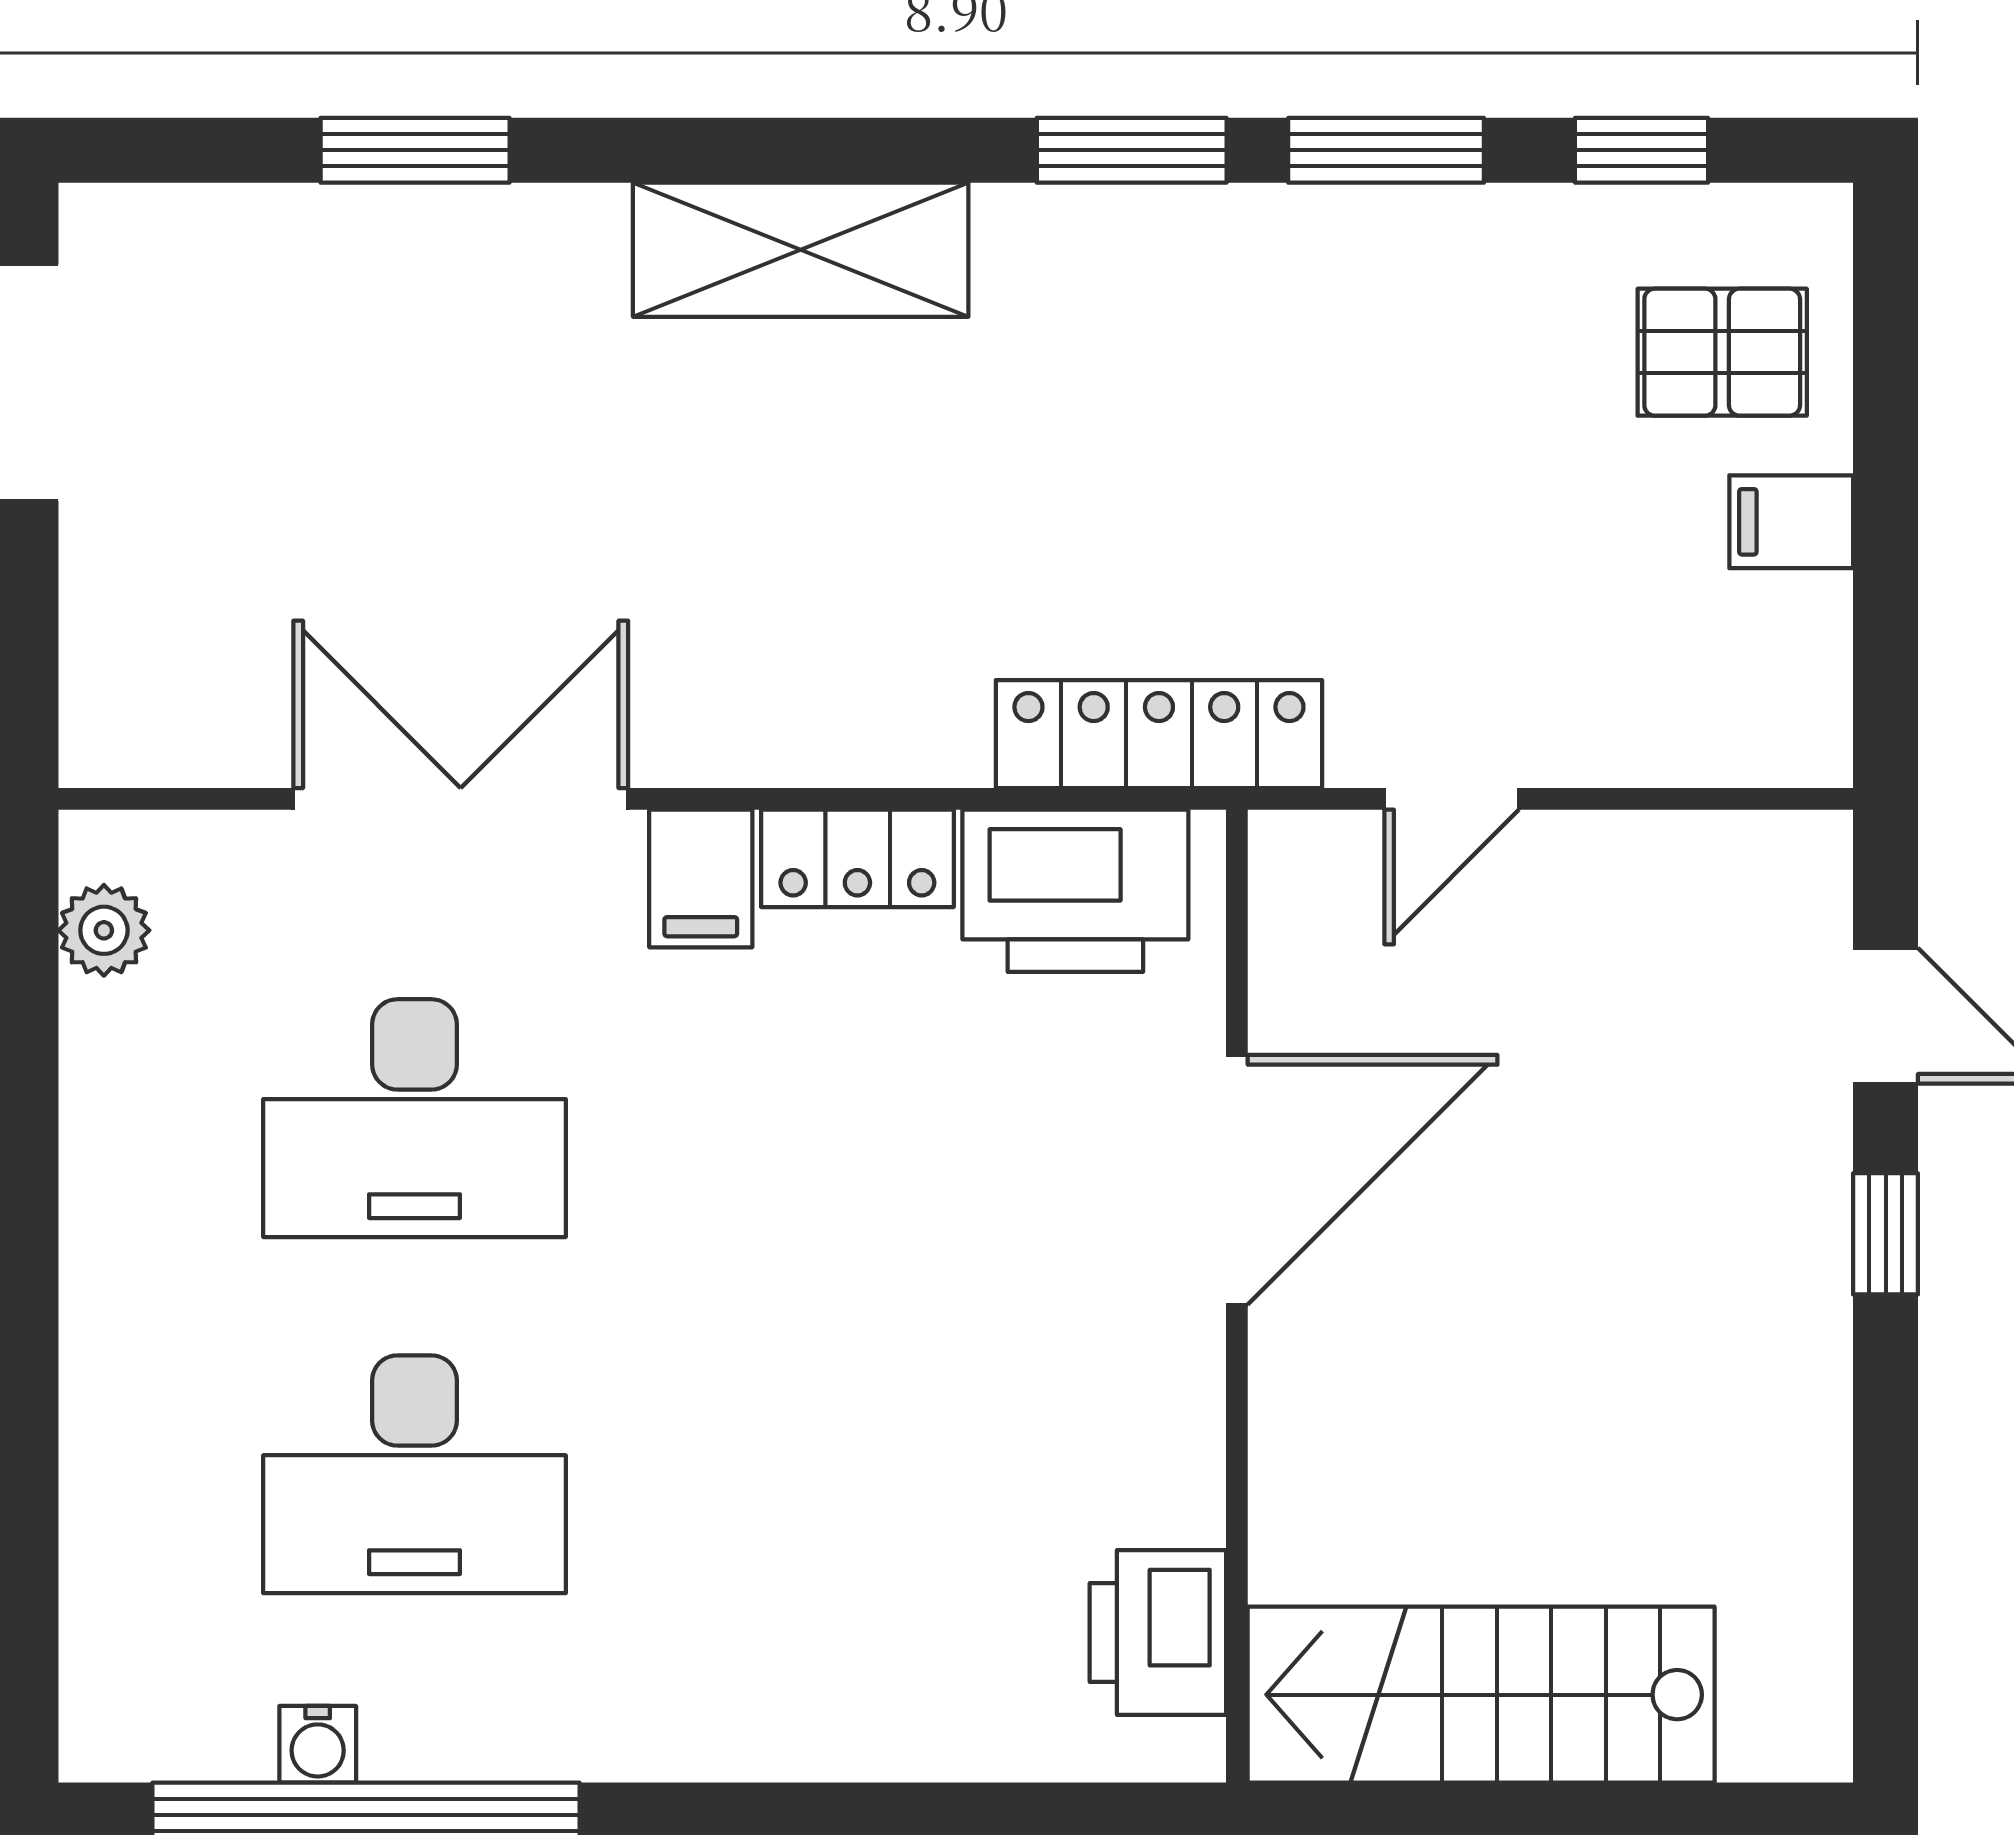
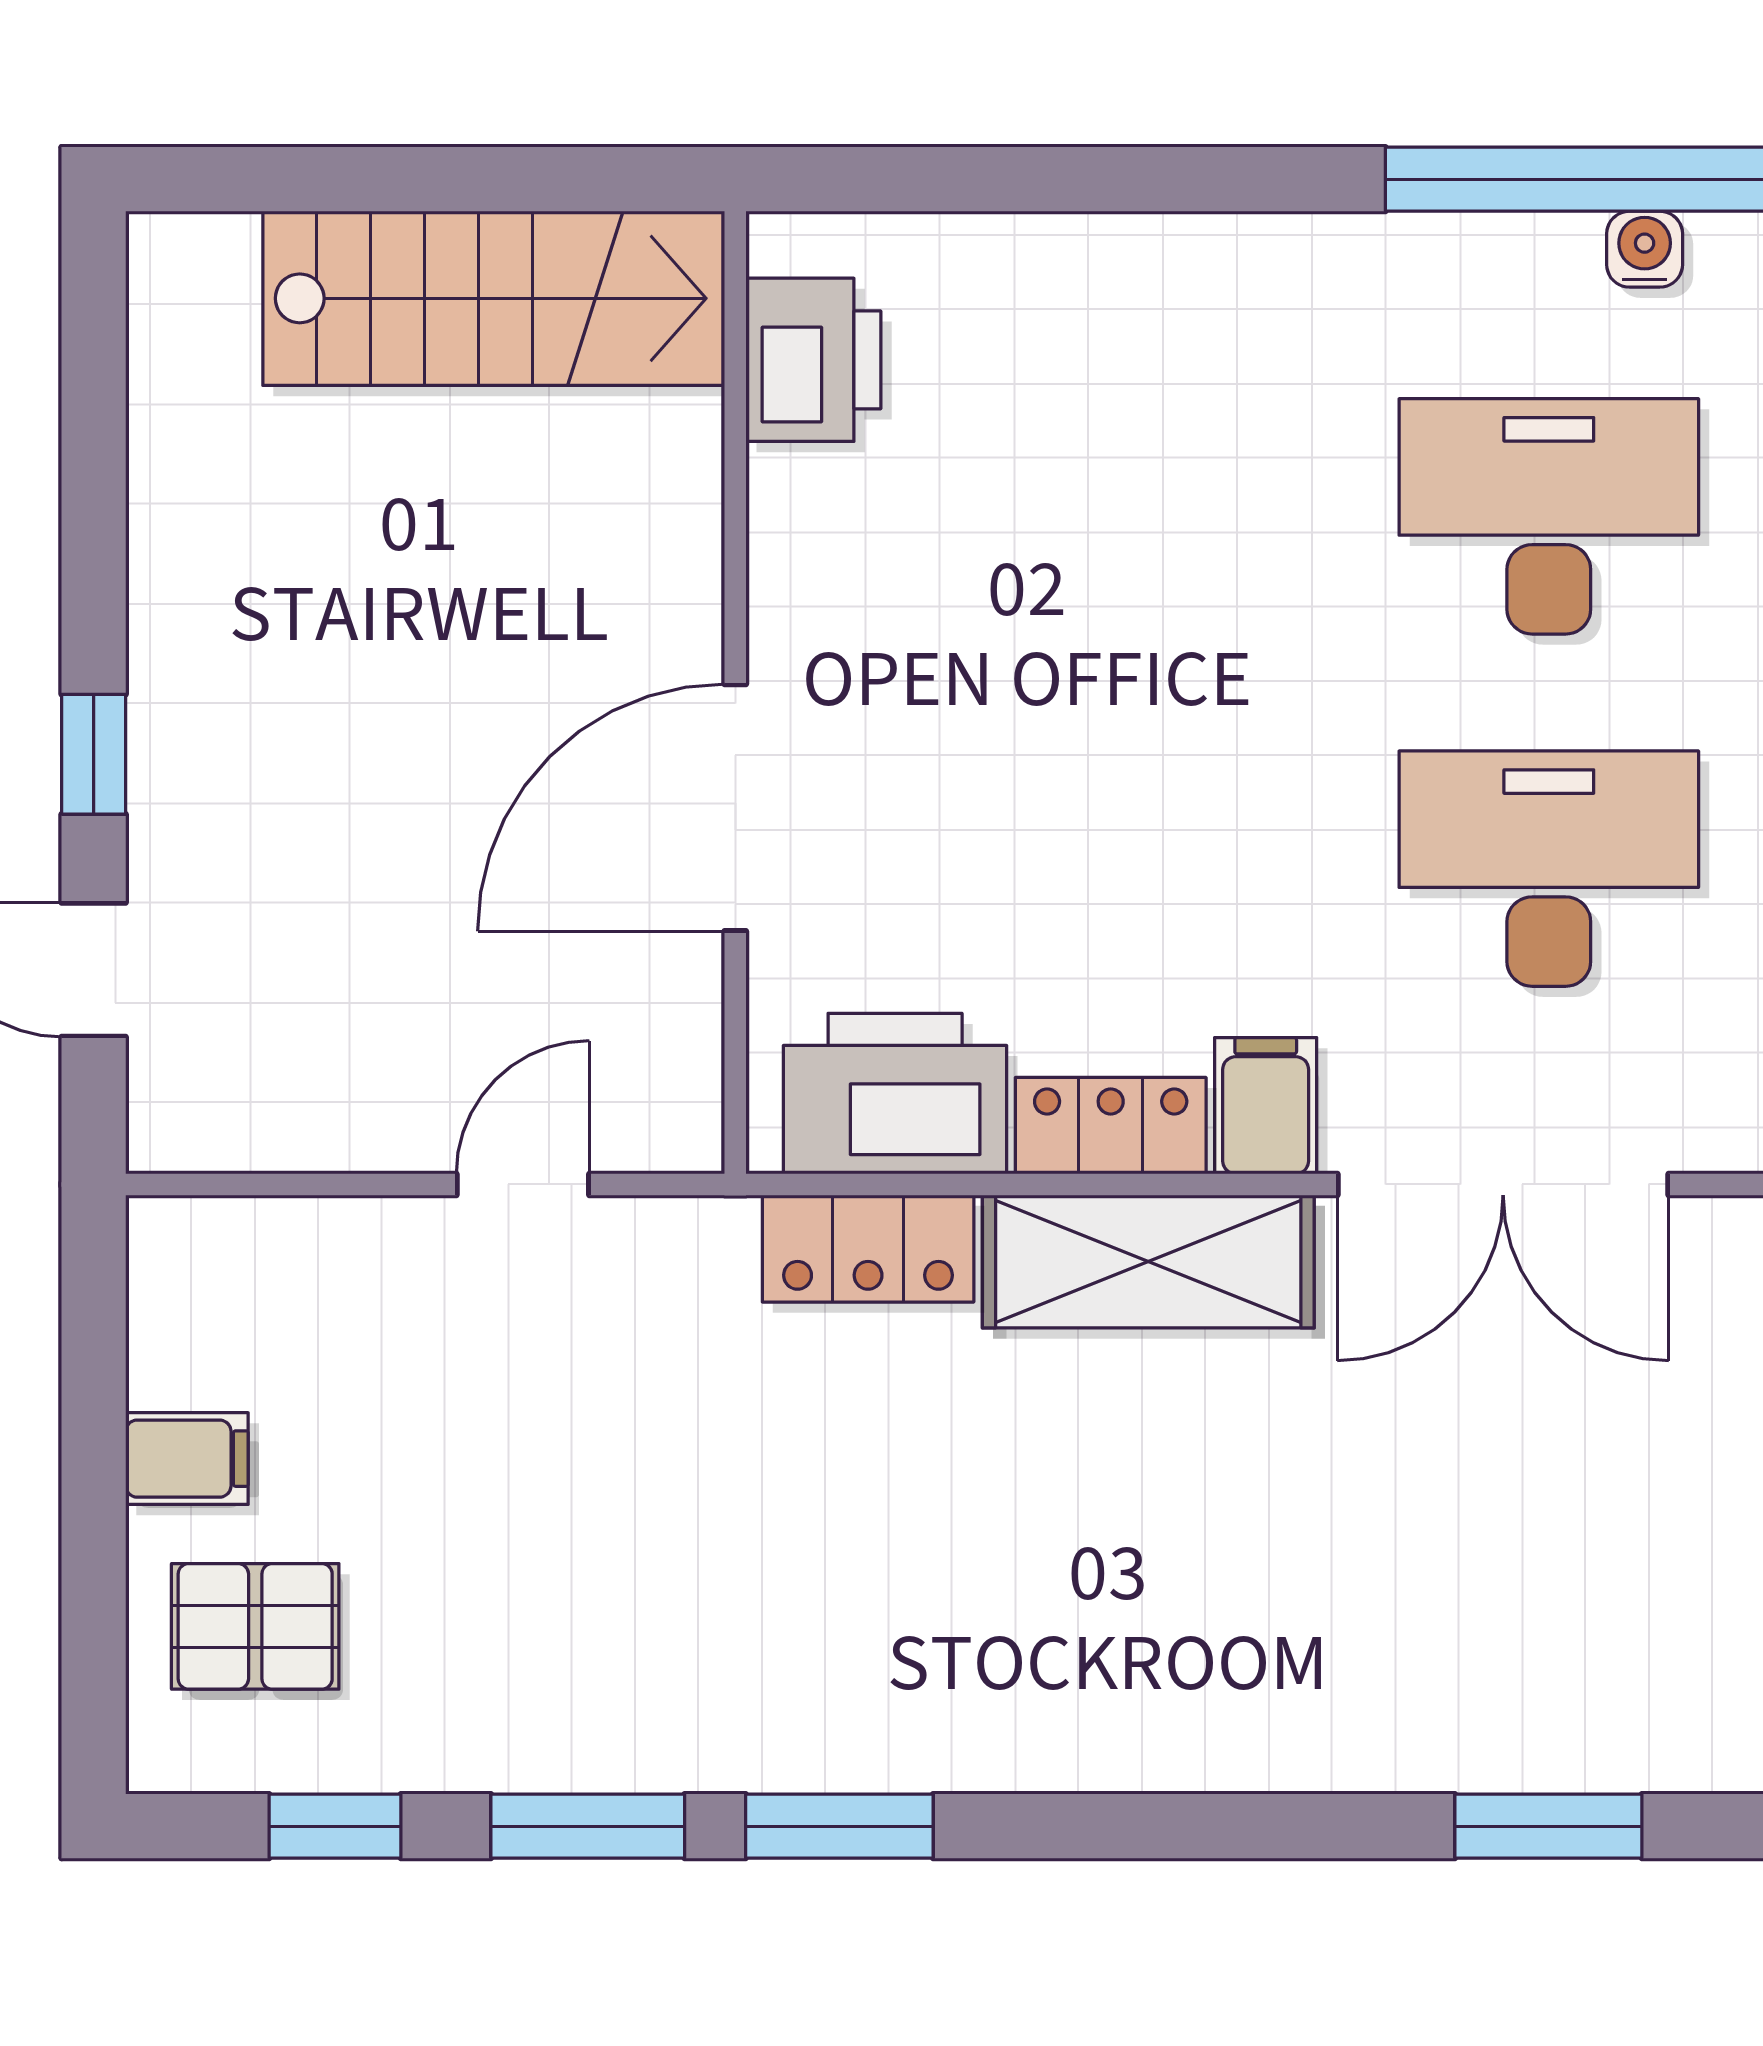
shelving: (801, 250) -> (1148, 1262), moved
locker: (1159, 734) -> (868, 1249), width x0.66

